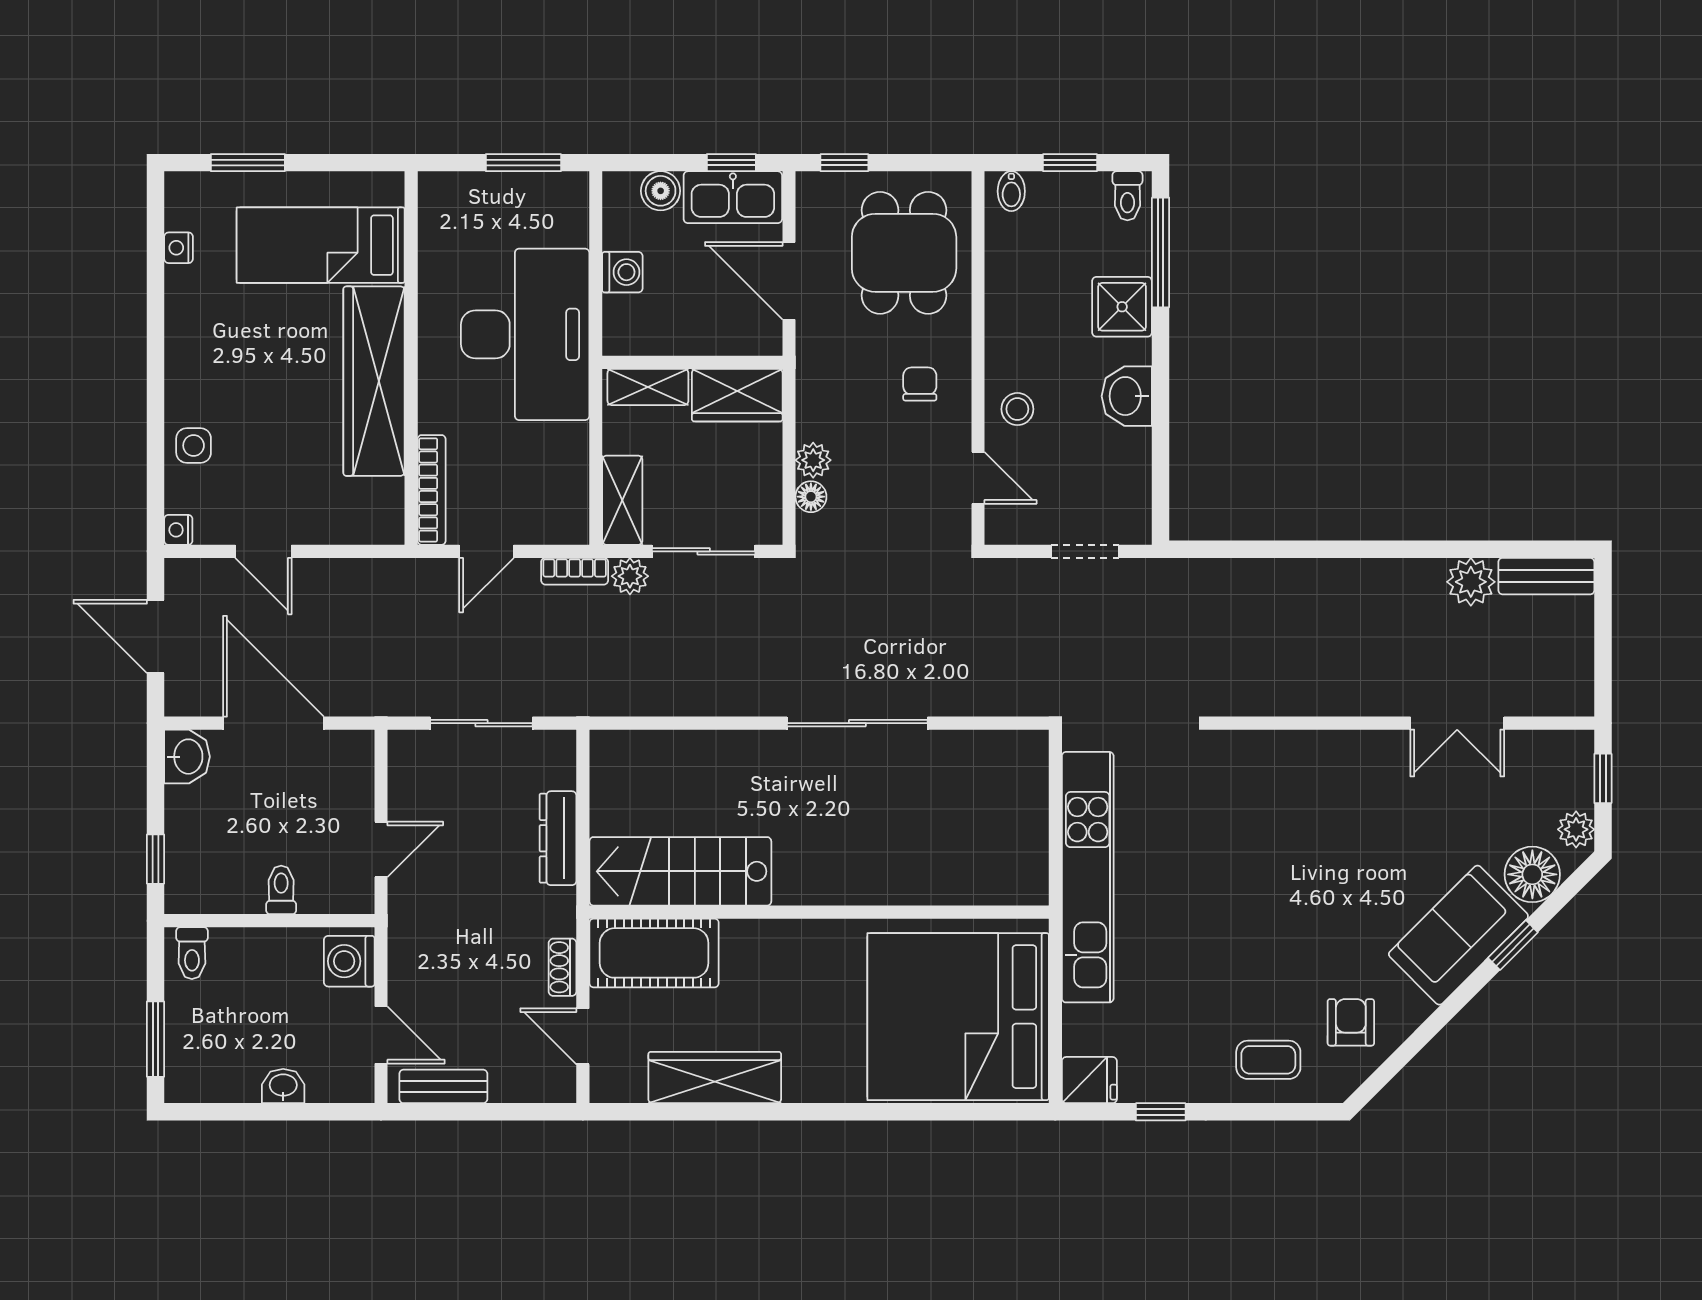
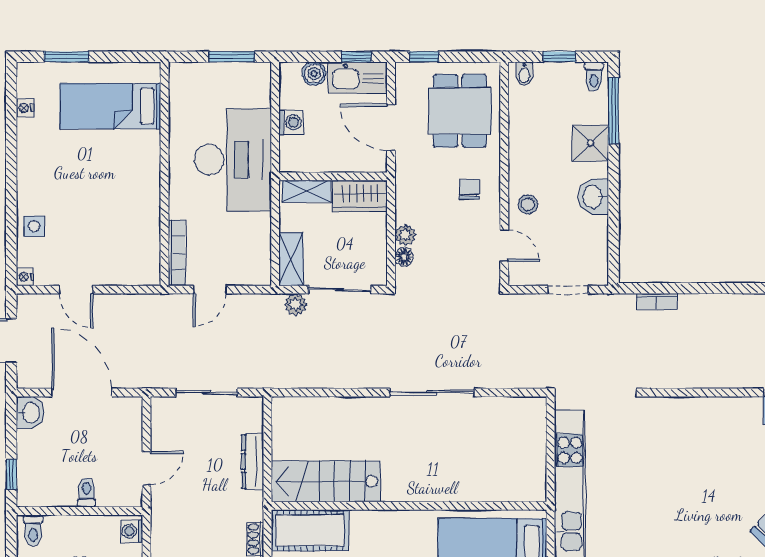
wardrobe: (374, 381) -> (142, 188), removed
bookcase: (575, 571) -> (657, 302), moved
washing machine: (349, 961) -> (132, 531), width x0.73, depth x0.73

